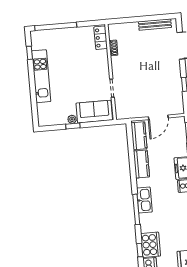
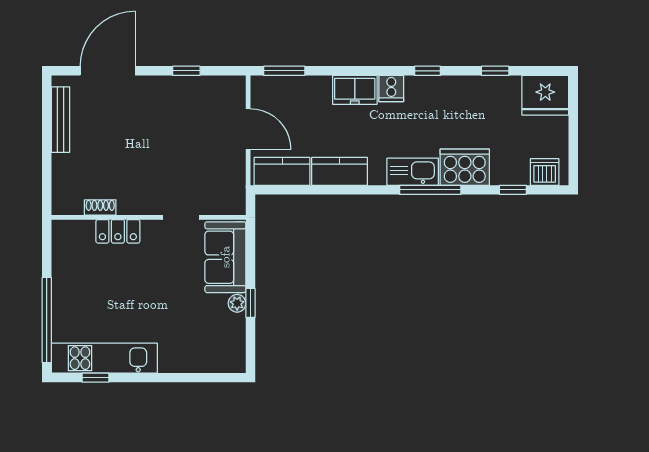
locker: (101, 38) -> (118, 231), moved
kitchen unit: (41, 76) -> (104, 358), moved
cooker: (151, 245) -> (465, 167), moved

